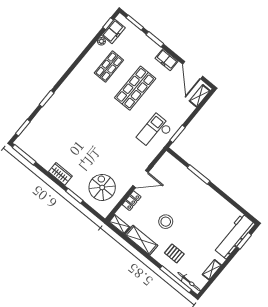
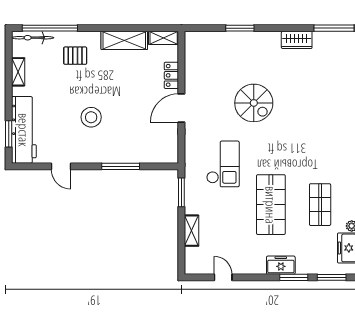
freezer: (167, 60) -> (281, 265), moved
door: (193, 70) -> (223, 277), width x0.53
shelving: (200, 96) -> (192, 231), moved
checkout: (155, 132) -> (223, 164), moved
wardrobe: (60, 174) -> (297, 40), moved
spiral stairs: (102, 187) -> (254, 103), moved
door: (230, 201) -> (61, 166), added
stool: (166, 222) -> (91, 117), moved

